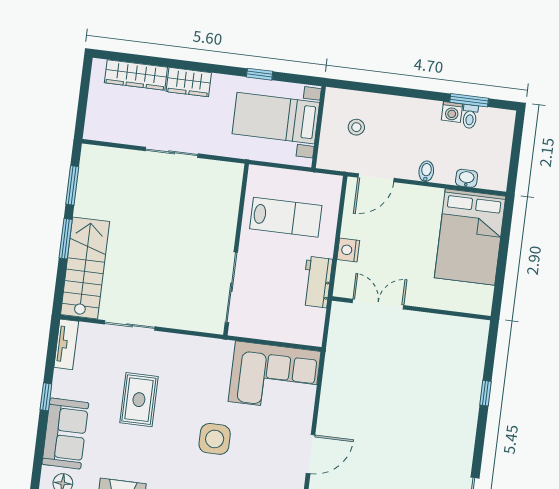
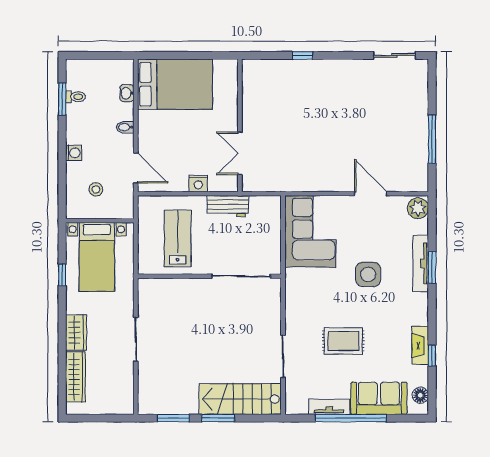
washing machine: (452, 112) -> (74, 153), moved
tv unit: (66, 344) -> (329, 407), moved
window: (46, 397) -> (351, 418), width x3.17

